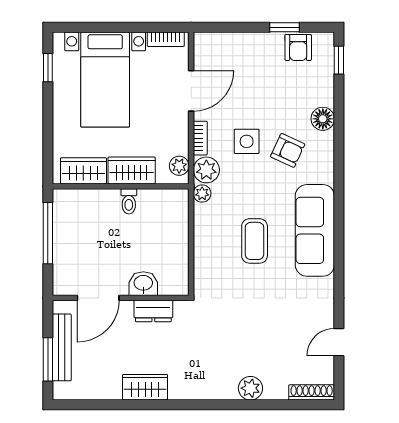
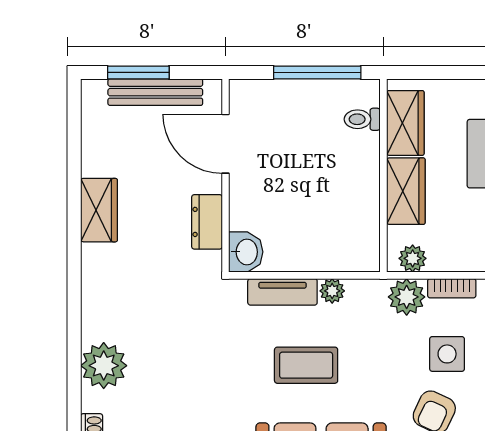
plant: (202, 193) -> (332, 291), moved
toilet: (129, 201) -> (362, 119), moved
tv unit: (203, 258) -> (282, 292), added
washbasin: (143, 284) -> (246, 252), moved
plant: (250, 388) -> (104, 366), width x1.36, depth x1.36

